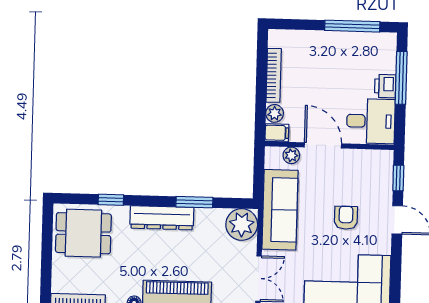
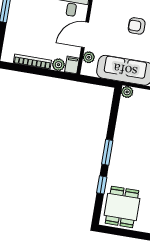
window: (194, 202) -> (107, 152), moved
dresser: (162, 218) -> (119, 152), removed
plant: (242, 224) -> (127, 92), width x0.53, depth x0.53

